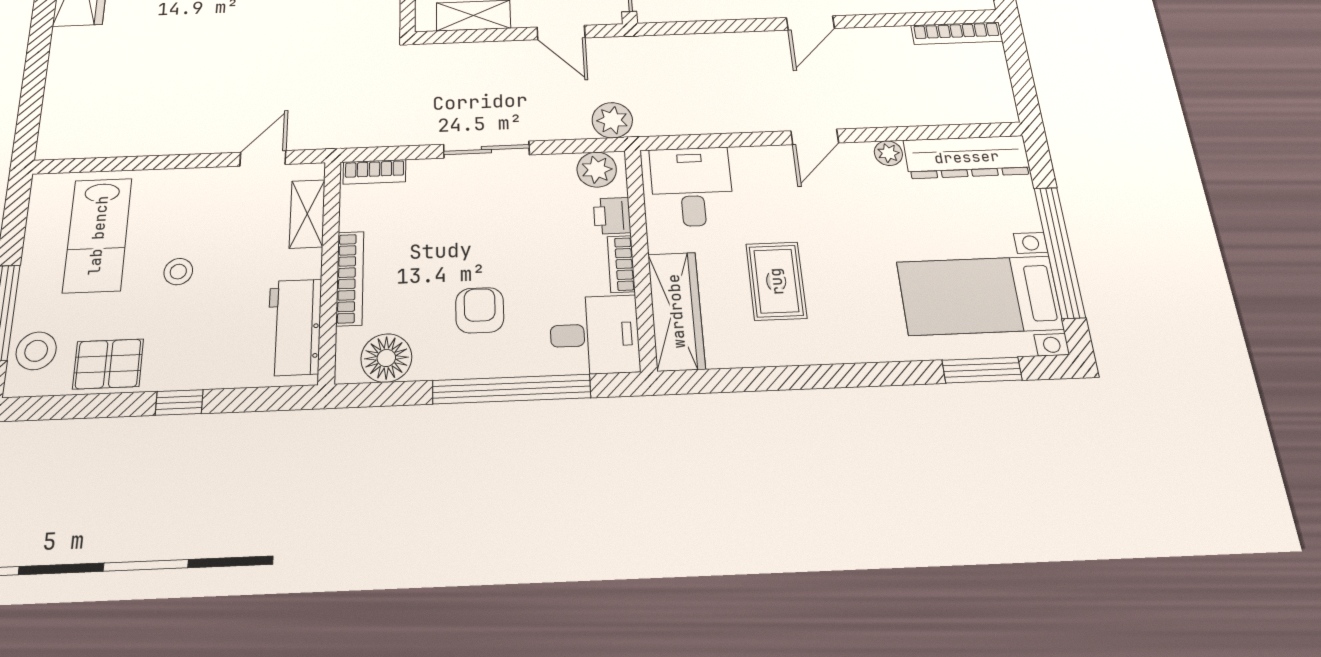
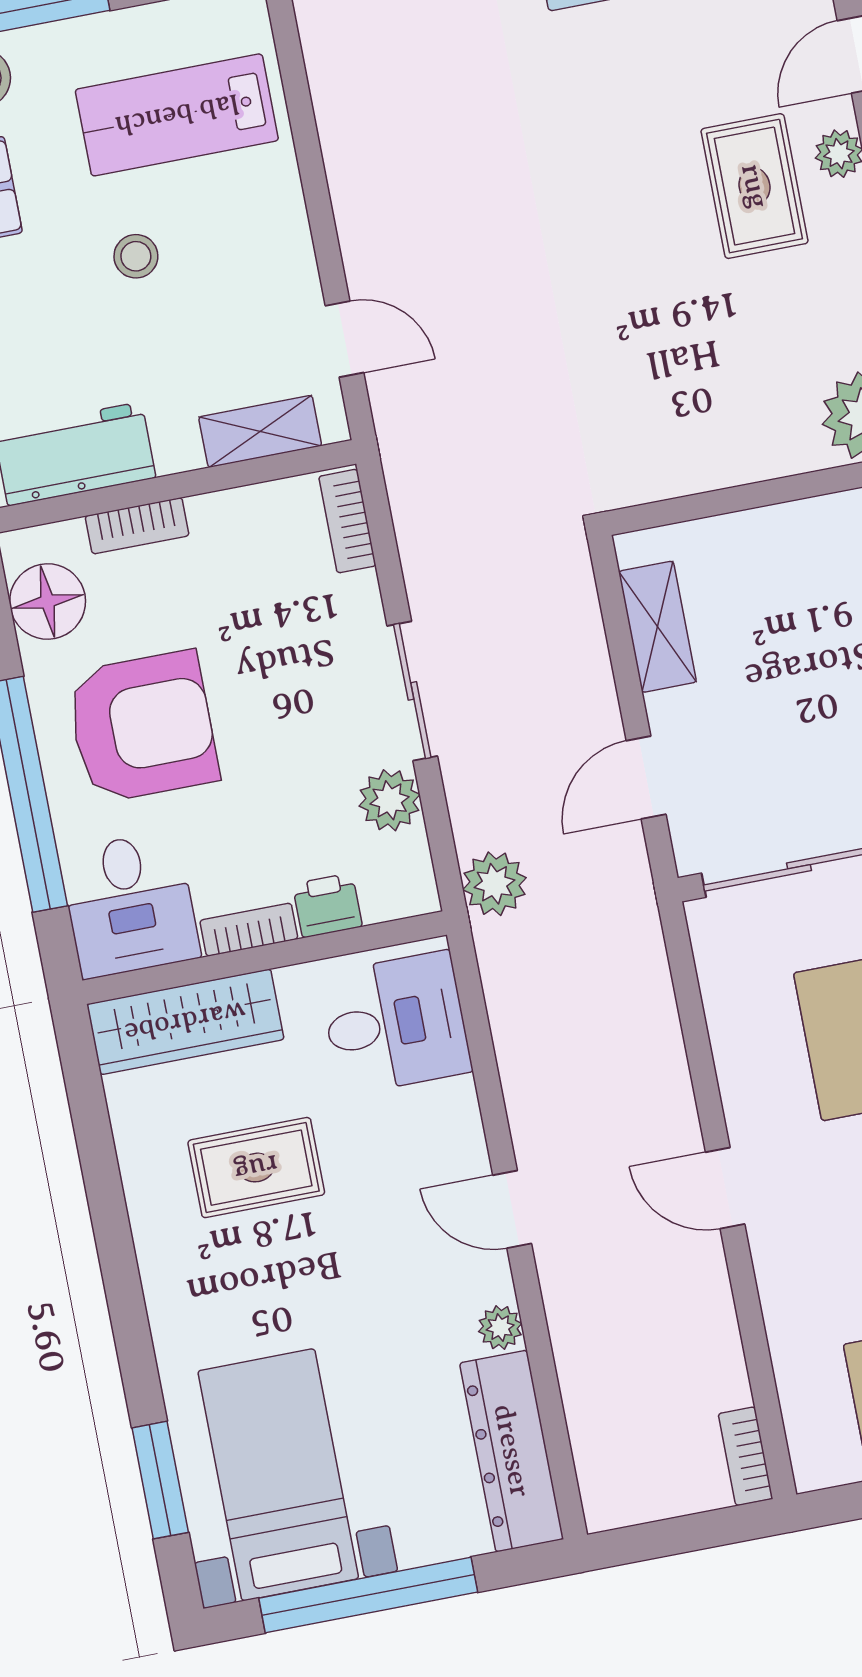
bookcase: (957, 33) -> (745, 1456), width x0.64
plant: (597, 170) -> (390, 800), moved
bookcase: (350, 278) -> (137, 526), width x0.64
armchair: (480, 310) -> (142, 727), width x1.88, depth x1.88

